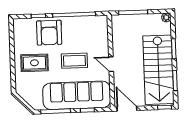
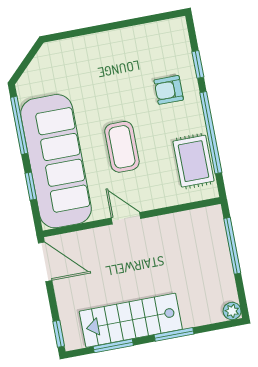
armchair: (49, 33) -> (169, 90), width x0.53, depth x0.53
rug: (34, 63) -> (194, 161), moved
door: (111, 64) -> (126, 218), hinge flipped
stairs: (158, 70) -> (131, 320), width x0.73, depth x0.66
door: (127, 109) -> (45, 262), hinge flipped

